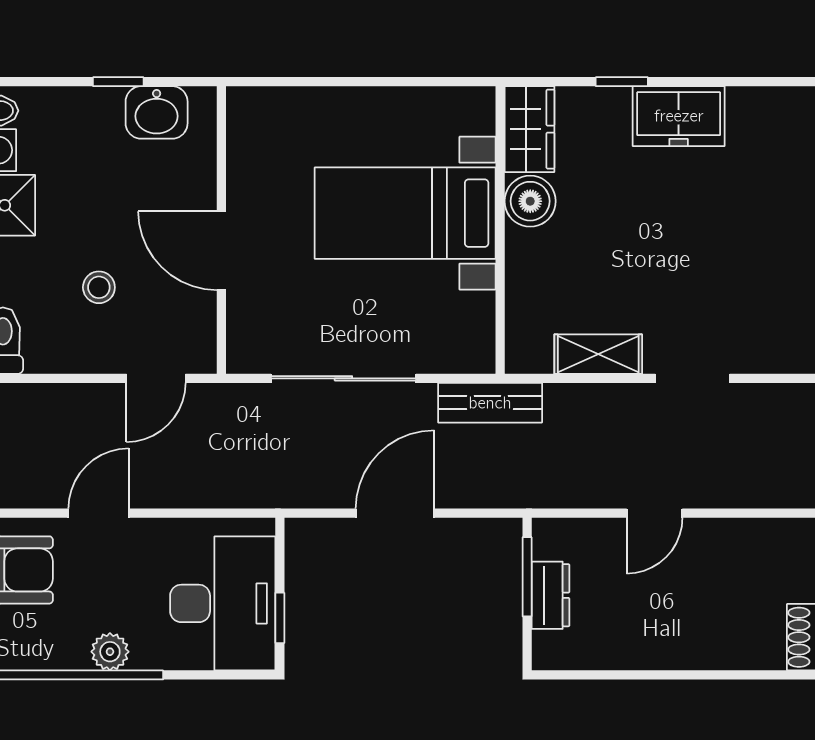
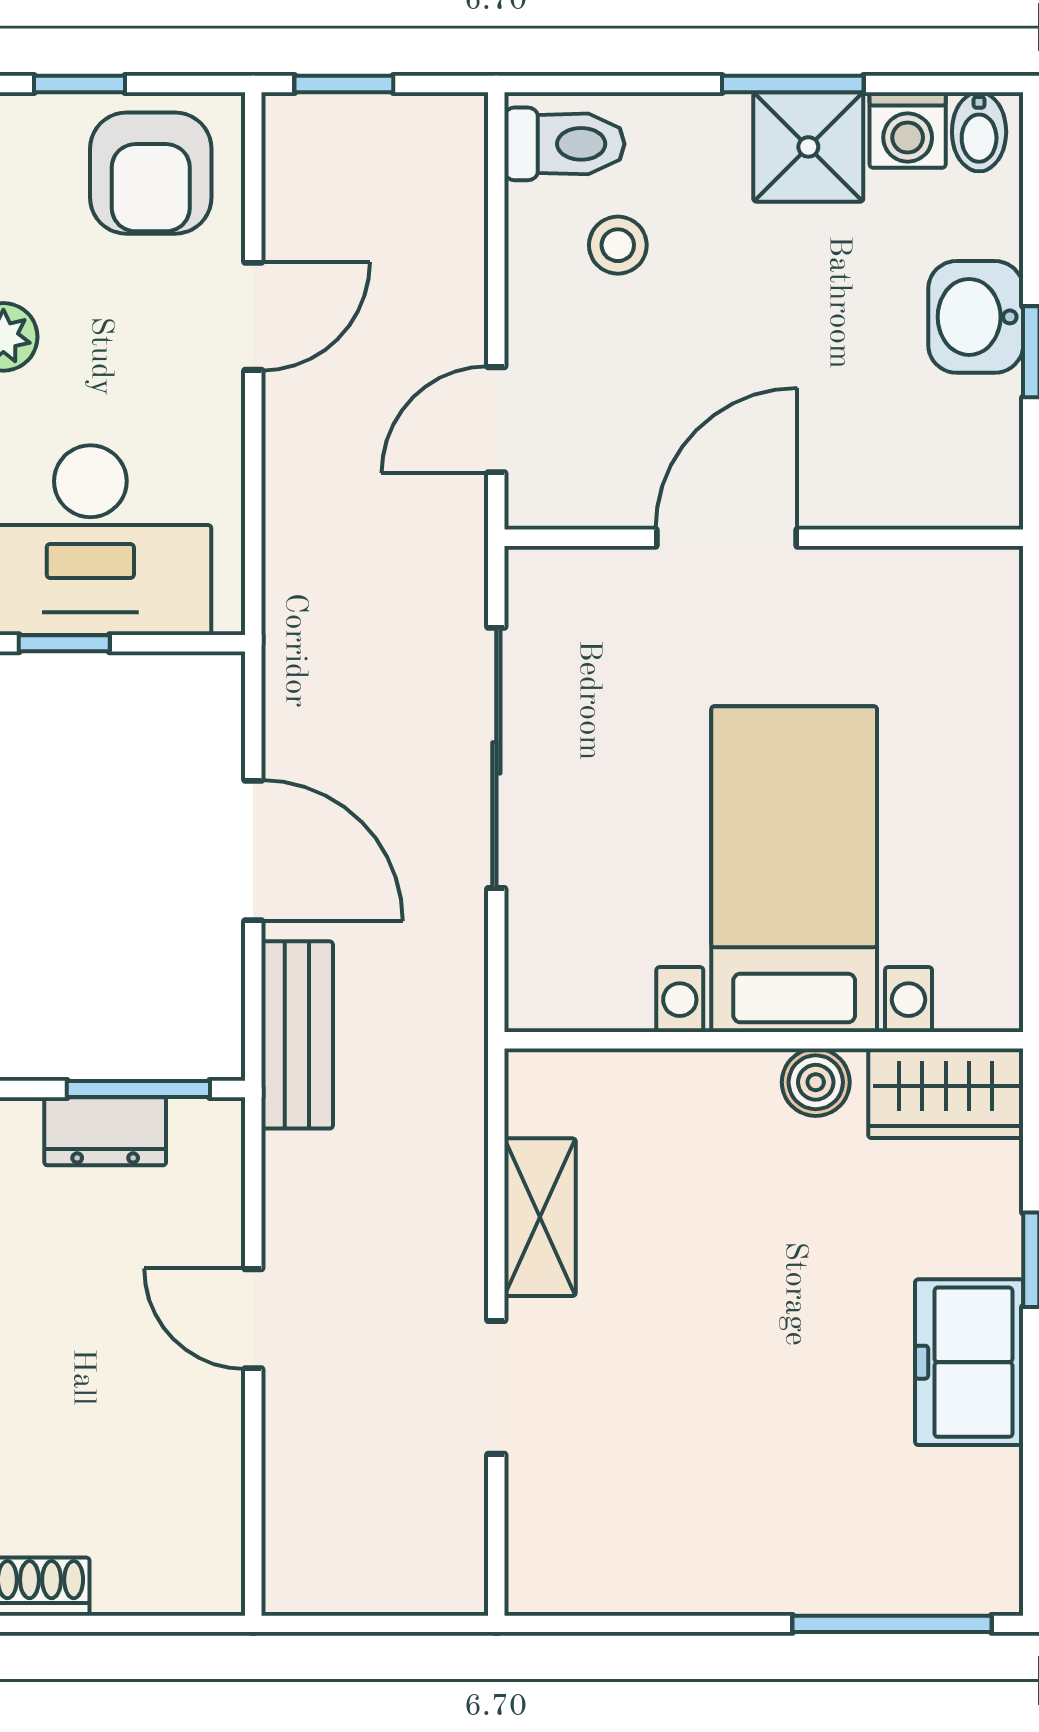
washbasin: (157, 112) -> (976, 317), moved
boiler: (530, 201) -> (816, 1082), width x0.73, depth x0.73
stool: (99, 287) -> (618, 245), moved
door: (156, 378) -> (496, 420), hinge flipped
bench: (490, 403) -> (297, 1035), moved
door: (99, 513) -> (253, 316), hinge flipped

